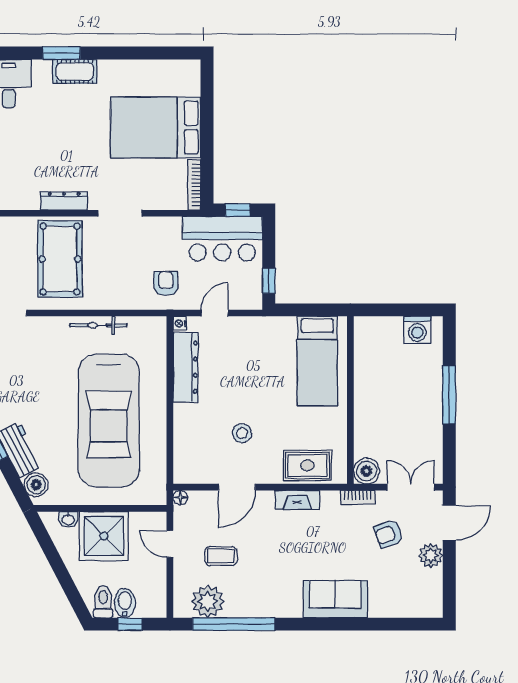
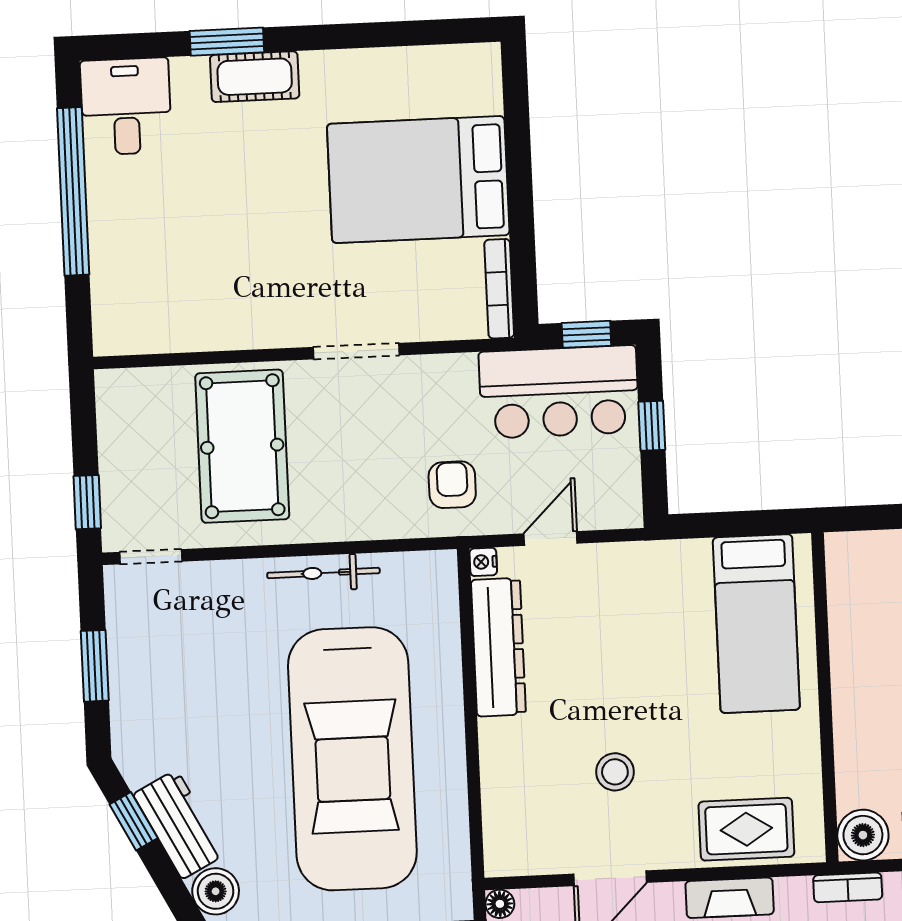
dresser: (64, 201) -> (245, 332), removed
window: (269, 281) -> (652, 426), moved

